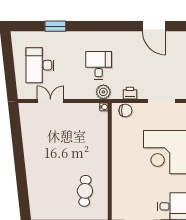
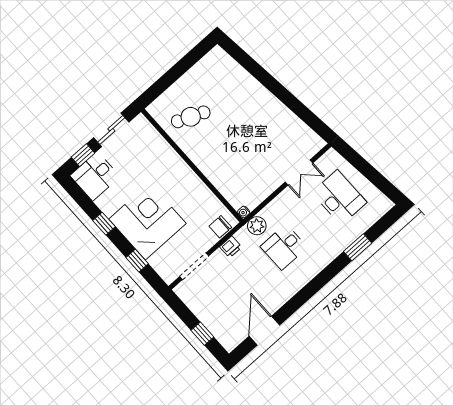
door: (154, 26) -> (264, 331), hinge flipped
desk: (99, 65) -> (284, 247), turned 90
cafe table: (85, 191) -> (191, 117), turned -71

